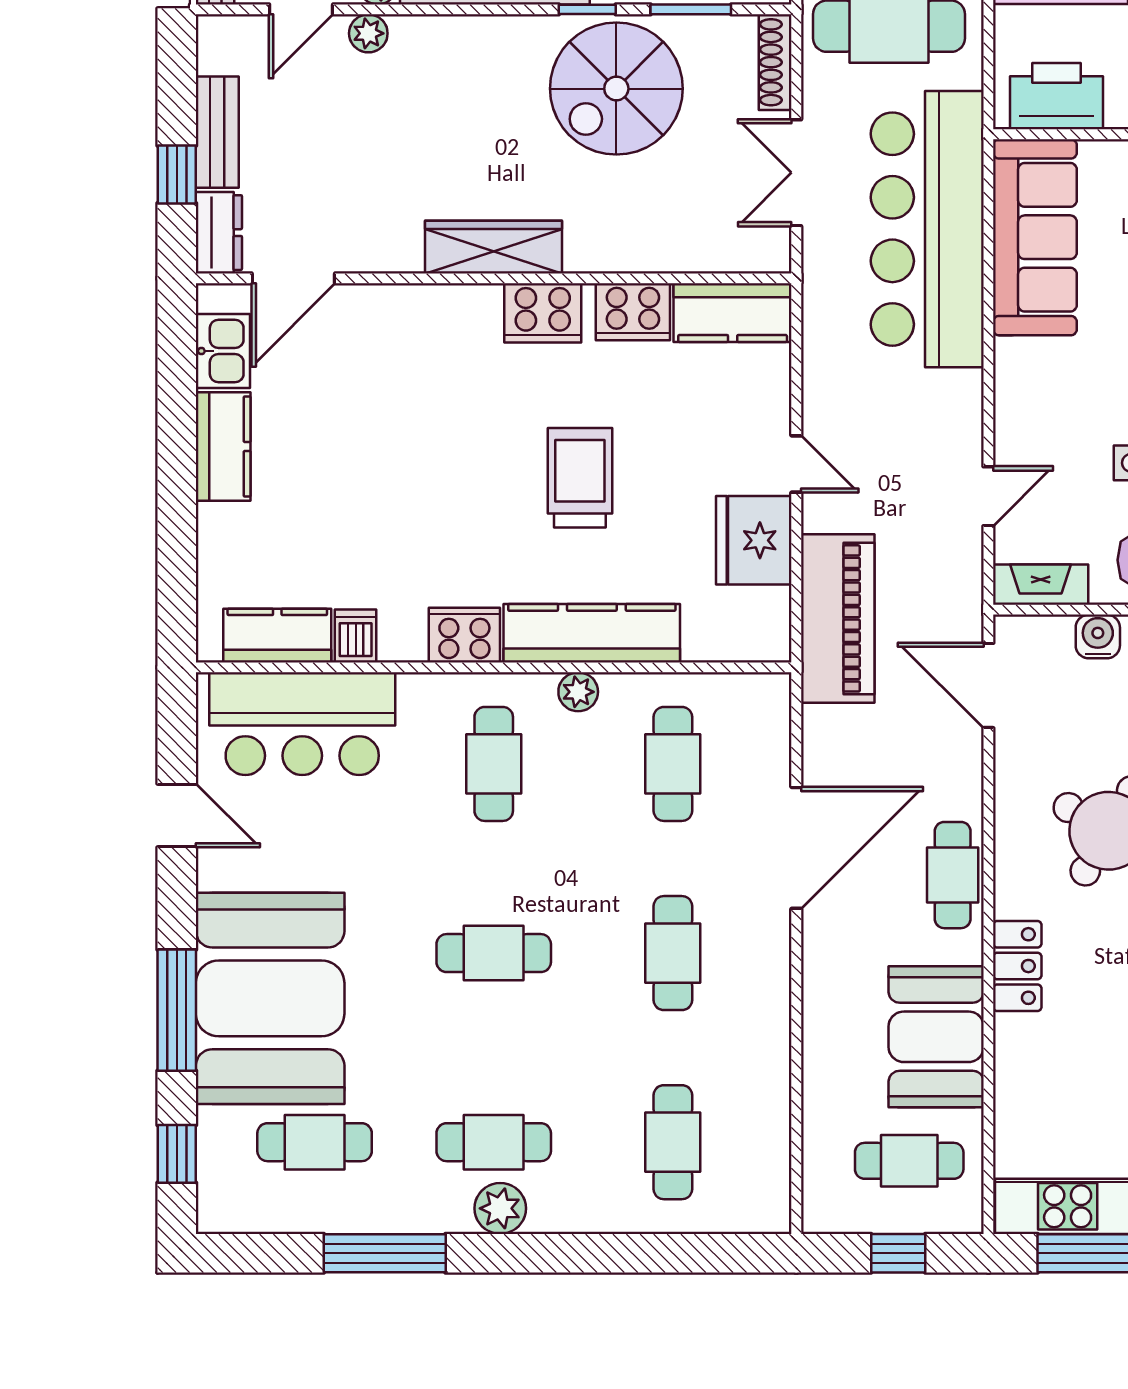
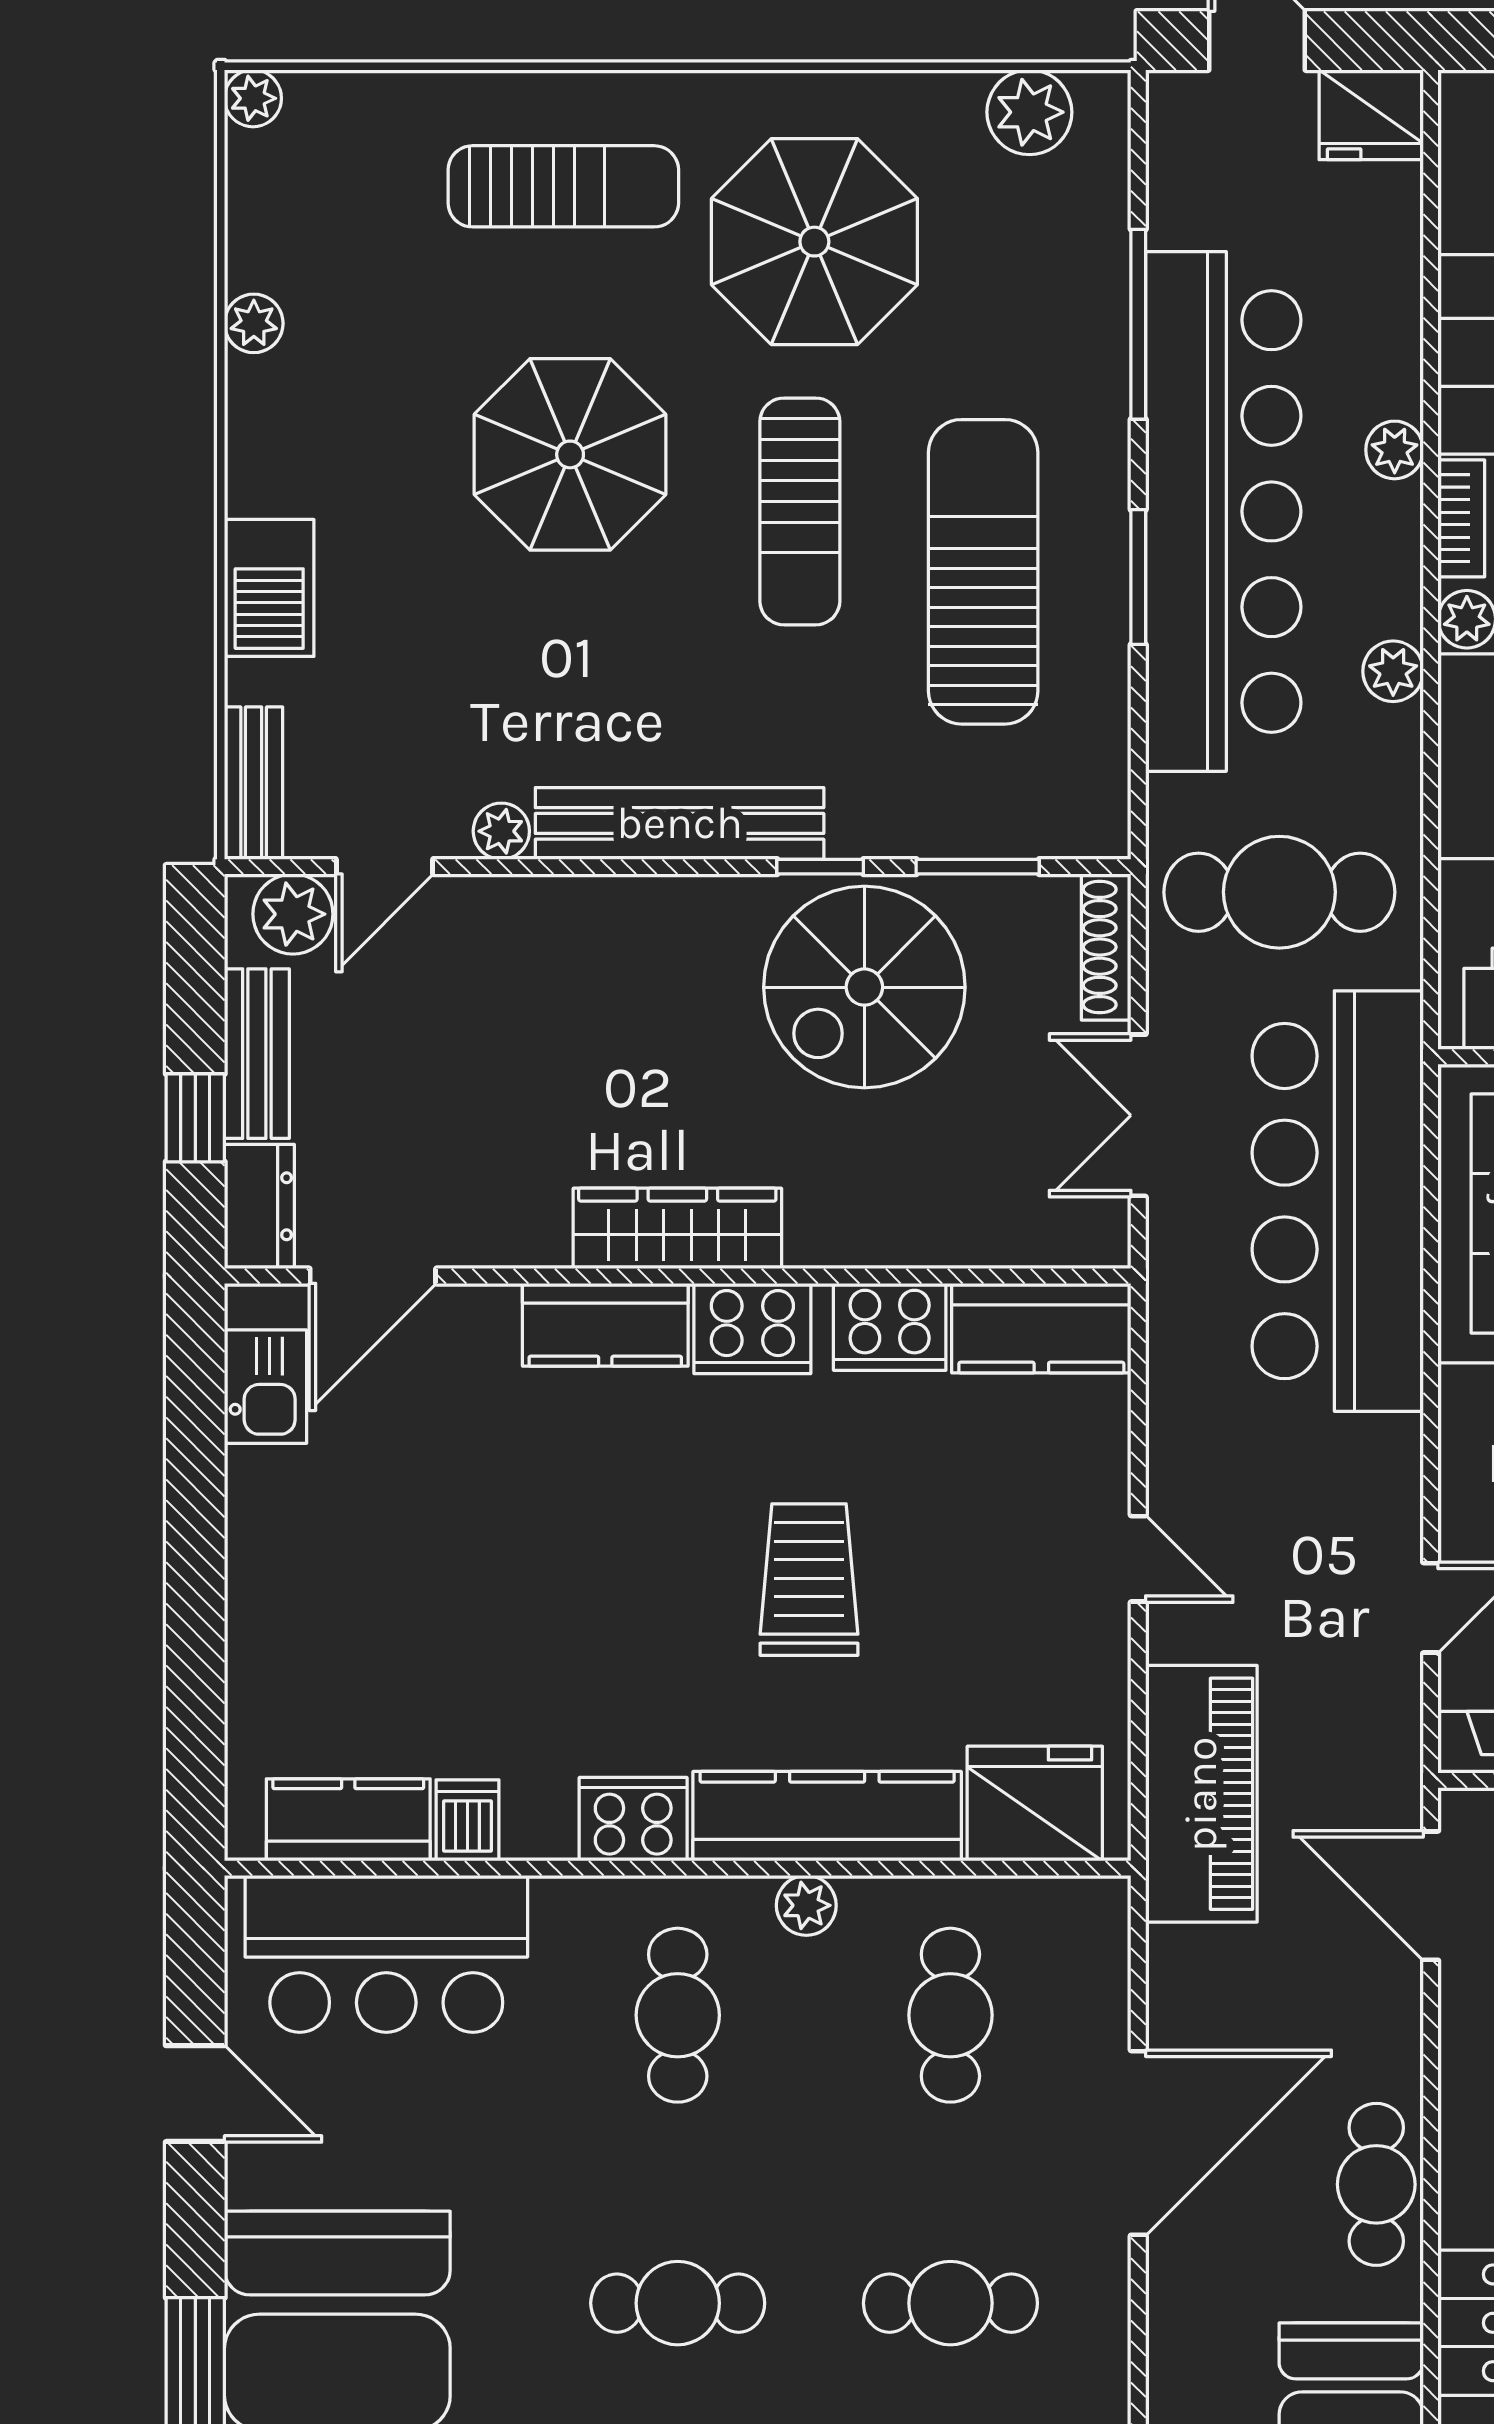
plant: (368, 33) -> (293, 914), moved, width x1.38, depth x1.38
kitchen counter: (223, 447) -> (605, 1325), moved, turned 90
fridge: (754, 540) -> (1035, 1804), moved, turned 90
cafe table: (673, 953) -> (950, 2303), turned 90

